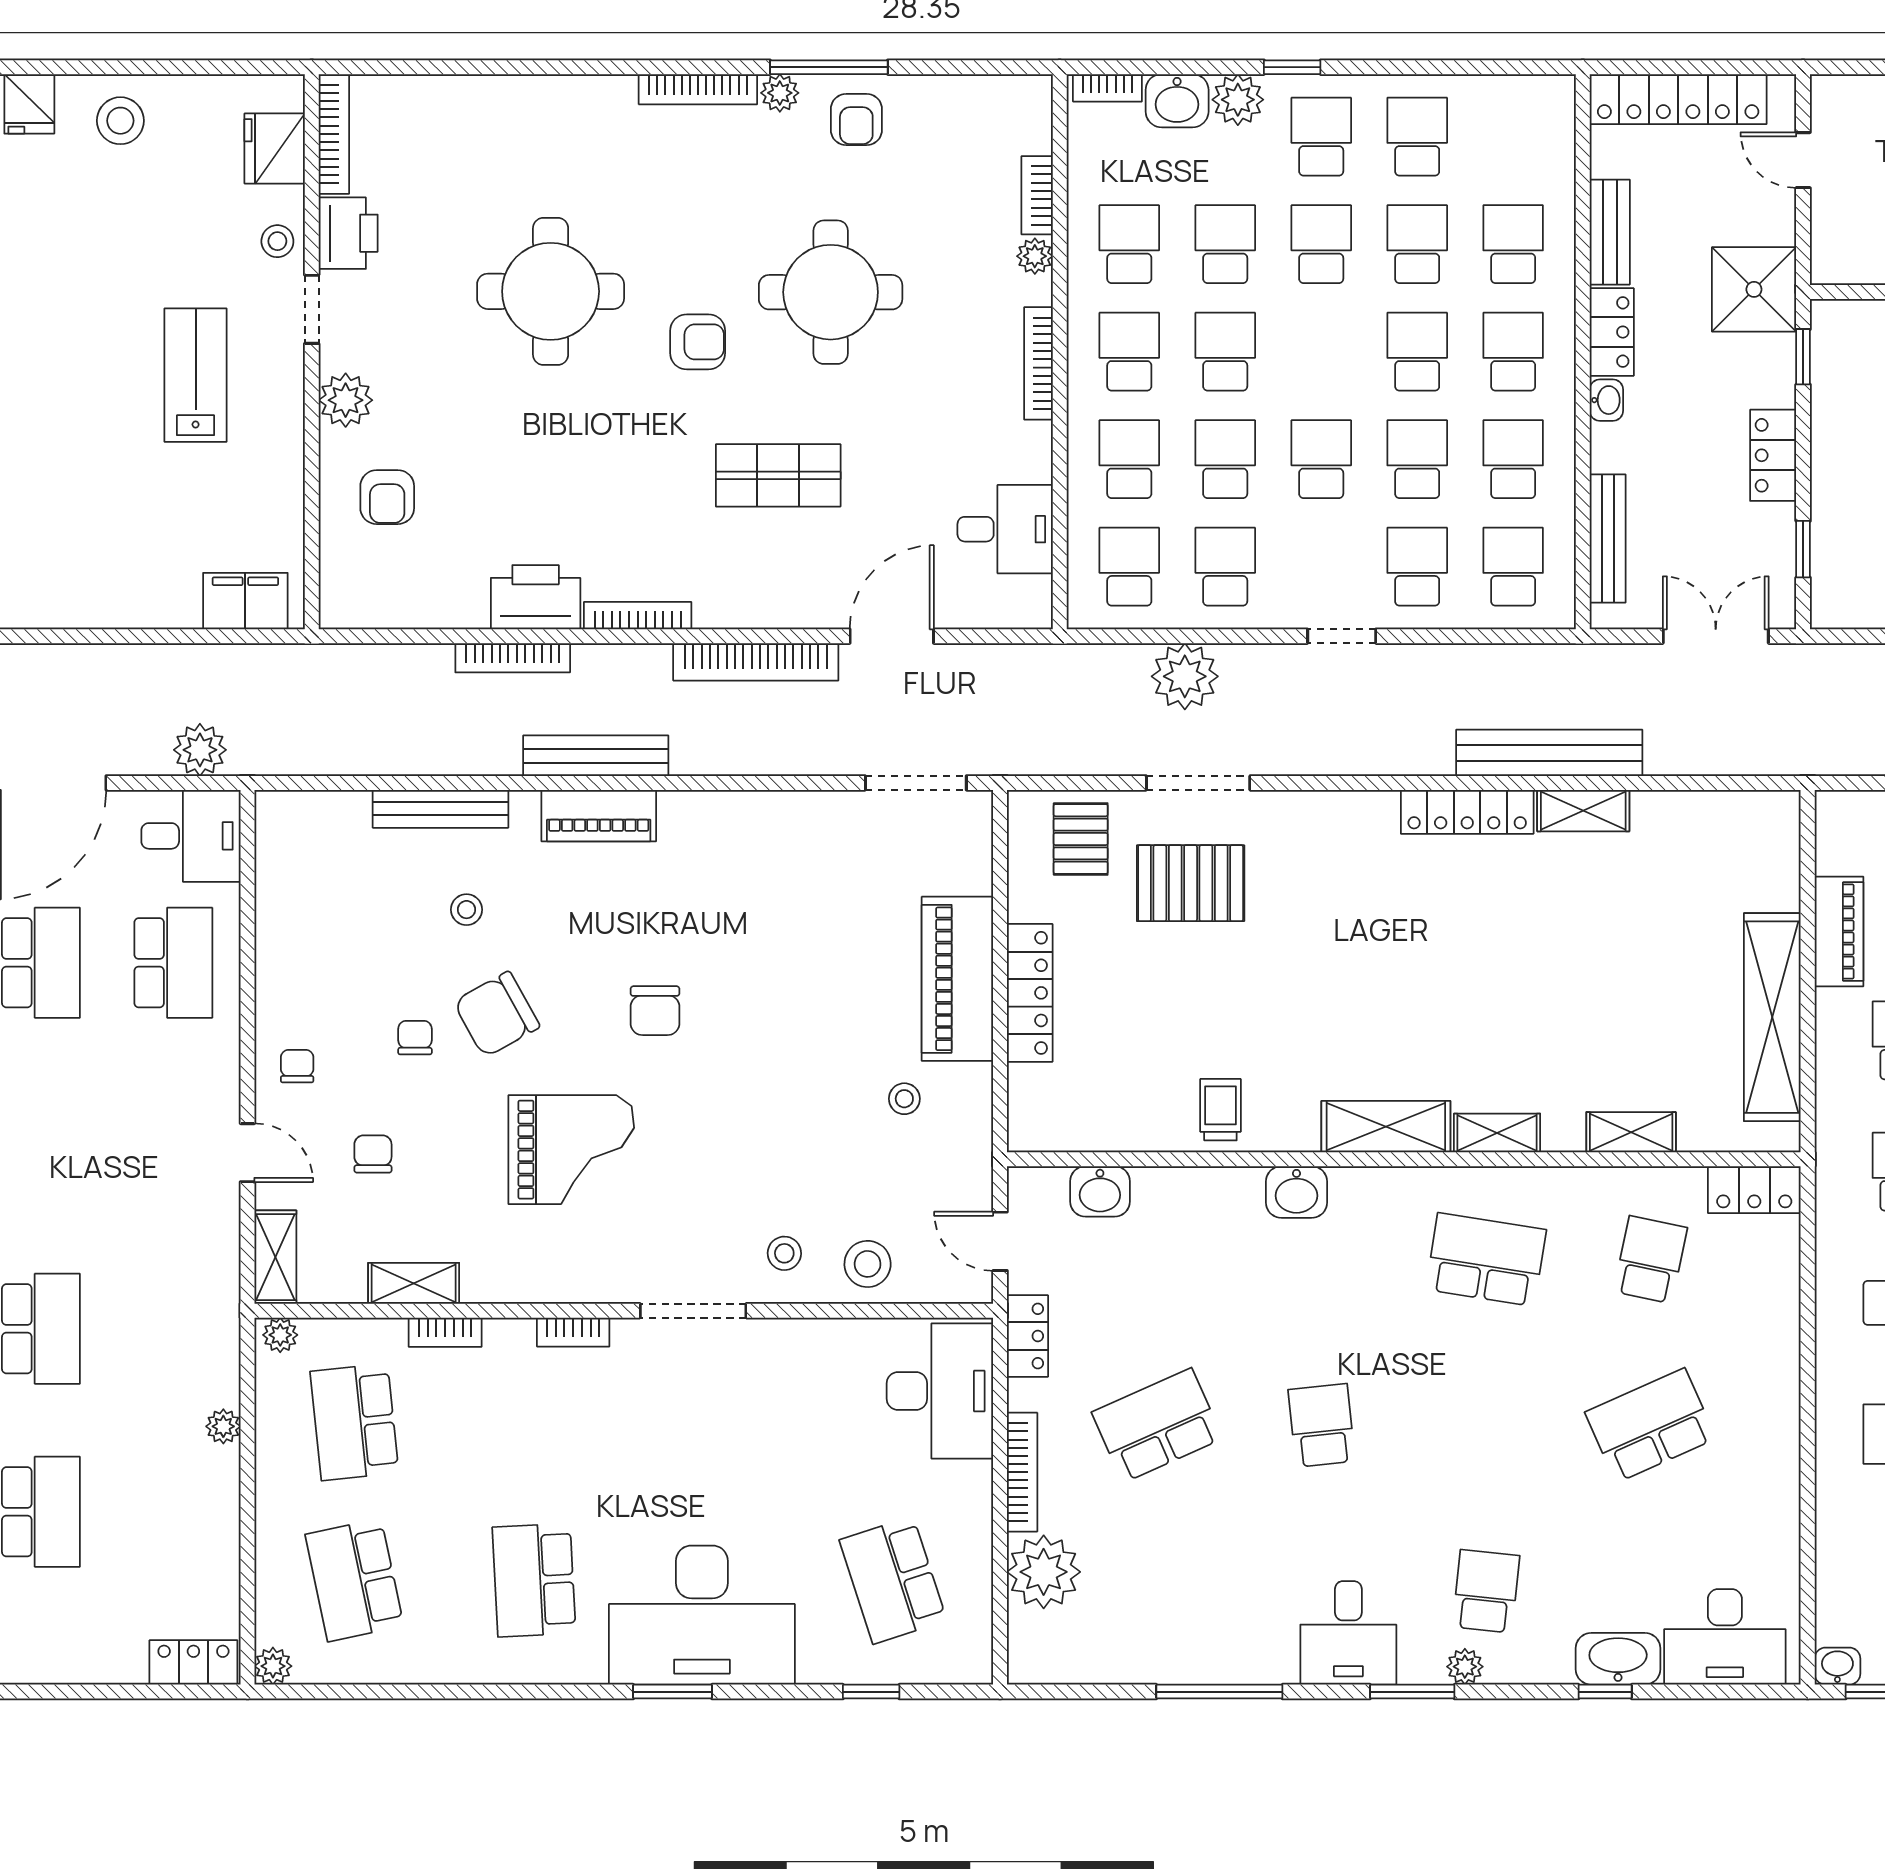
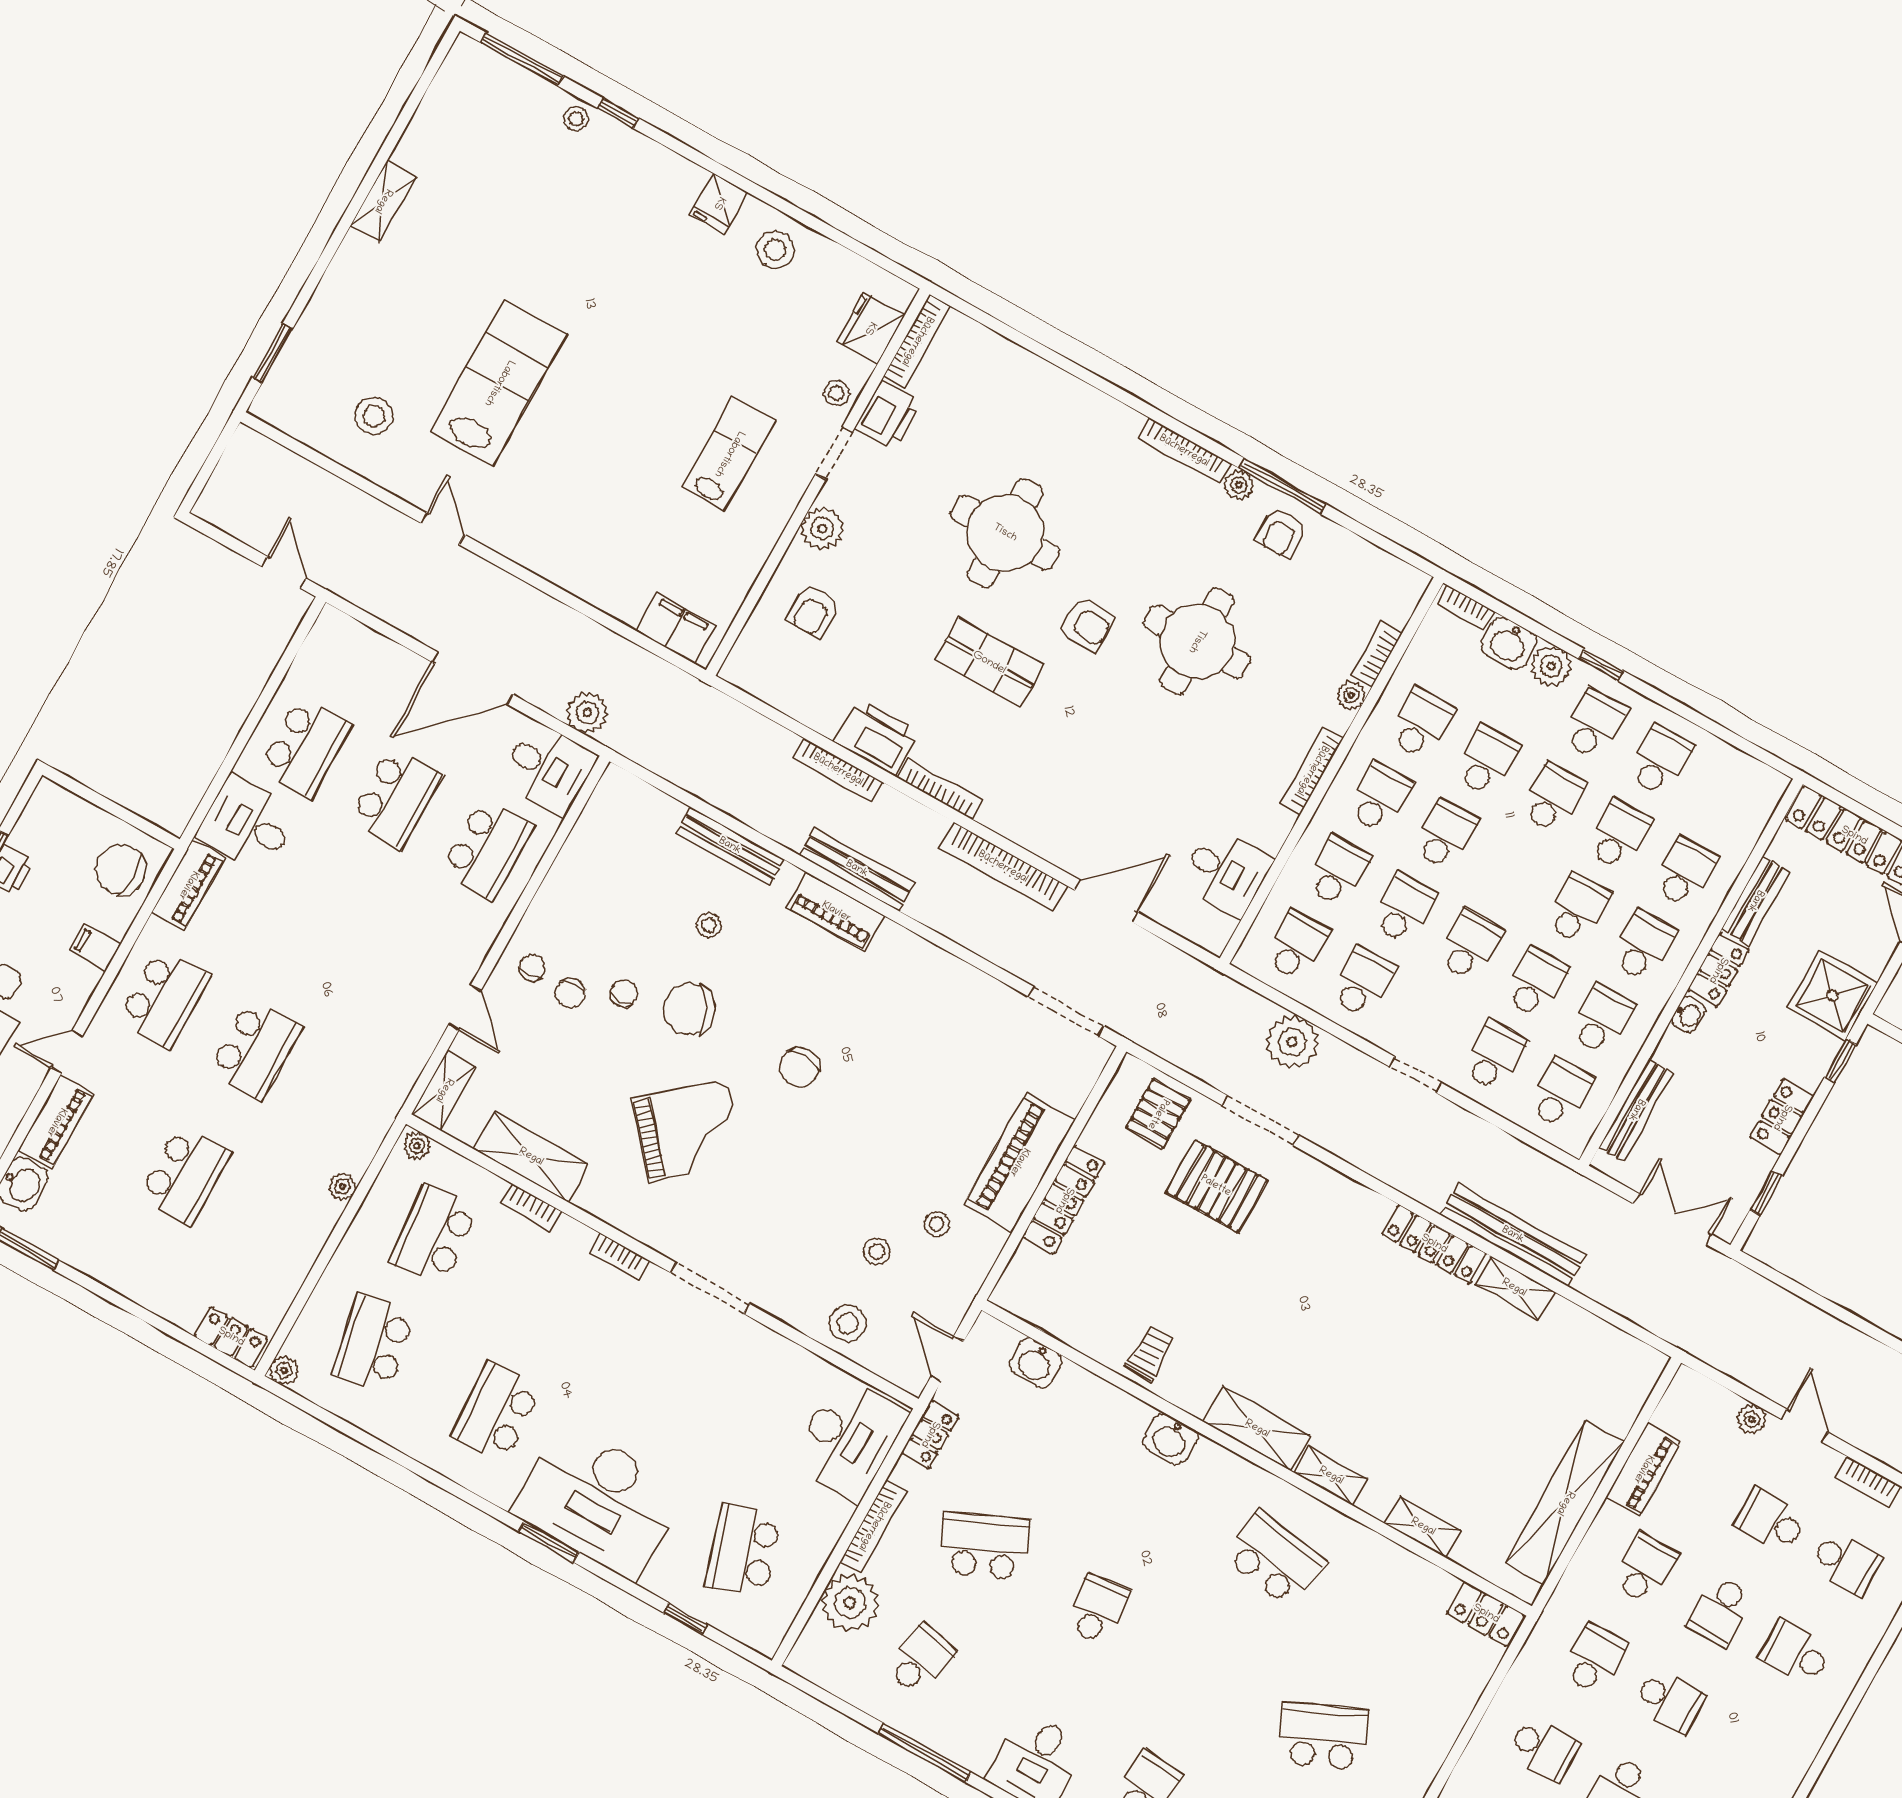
shop shelf: (778, 475) -> (989, 663), moved
grand piano: (571, 1150) -> (688, 1130), turned -41
chair: (373, 1154) -> (570, 993), moved, turned 180
stool: (784, 1253) -> (877, 1251), moved
school desk: (1650, 1260) -> (921, 1660), moved
shelving: (414, 1283) -> (531, 1157), width x1.50, depth x1.33

